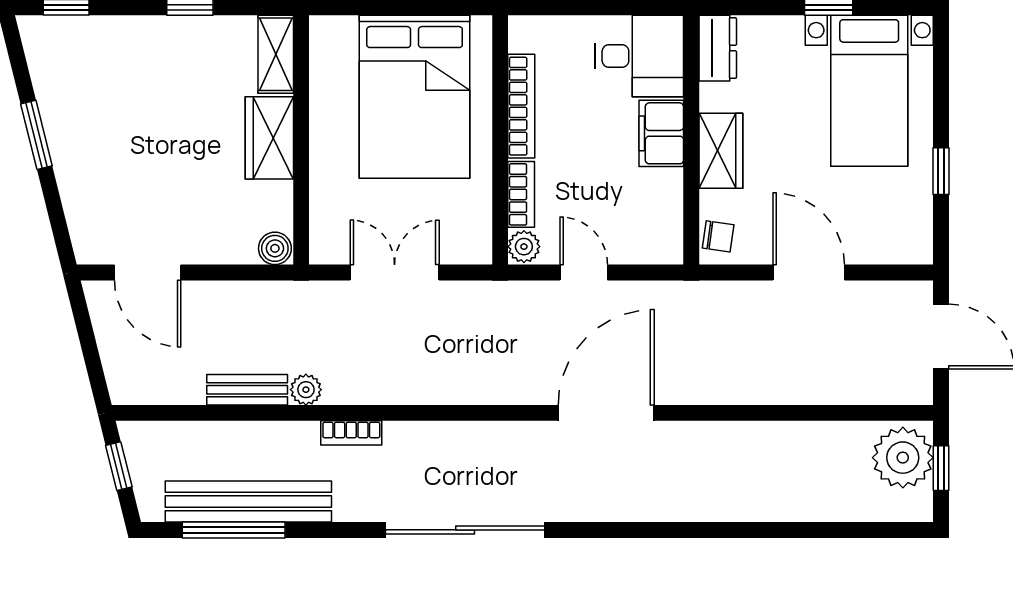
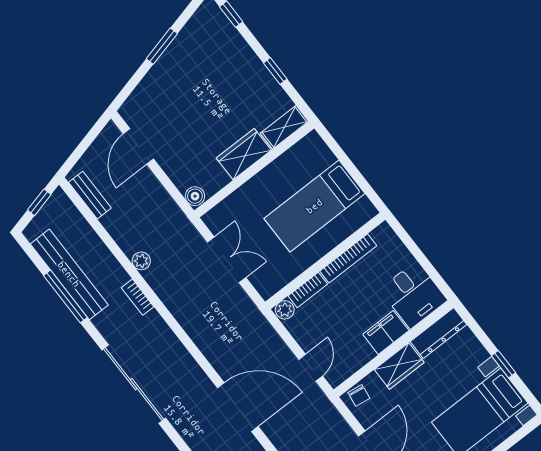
dresser: (718, 48) -> (438, 333), width x1.44
bed: (415, 97) -> (314, 206), width x0.67
door: (584, 273) -> (311, 368), moved
bench: (247, 390) -> (90, 195), moved
window: (234, 530) -> (65, 296), moved

